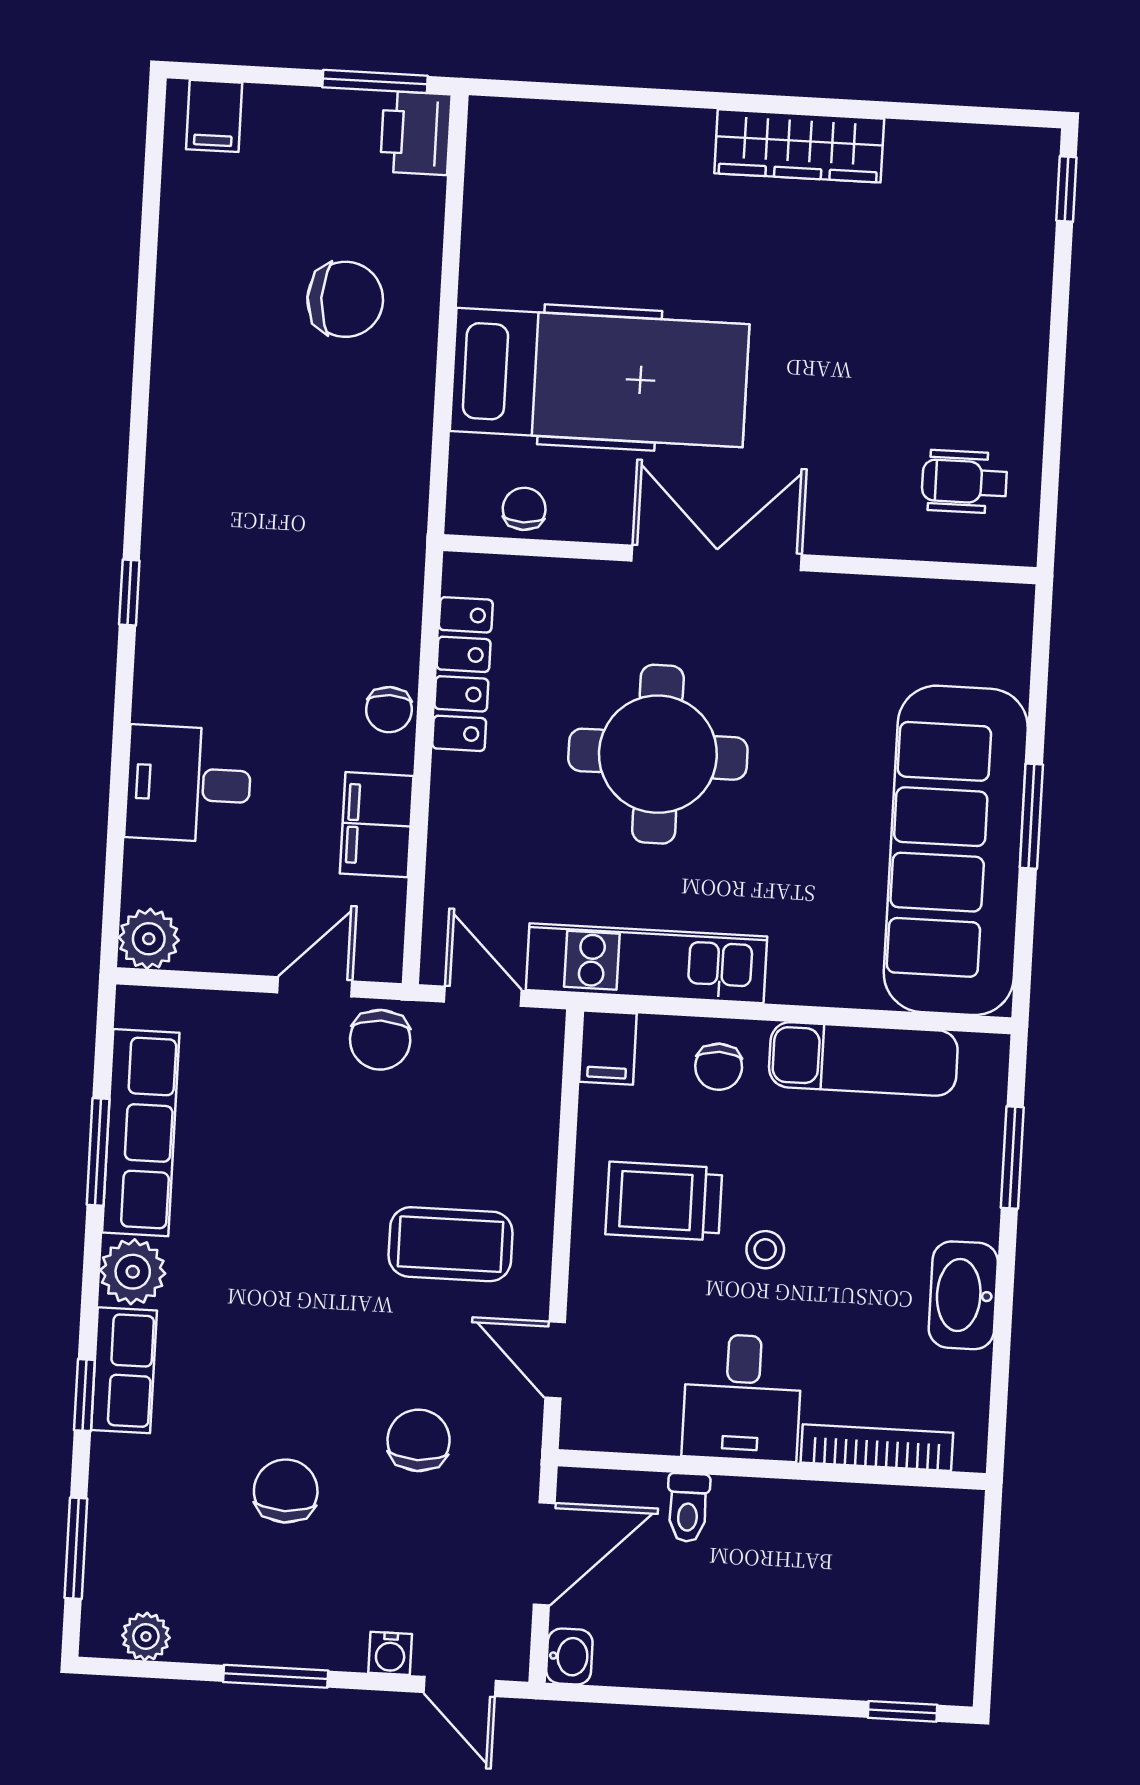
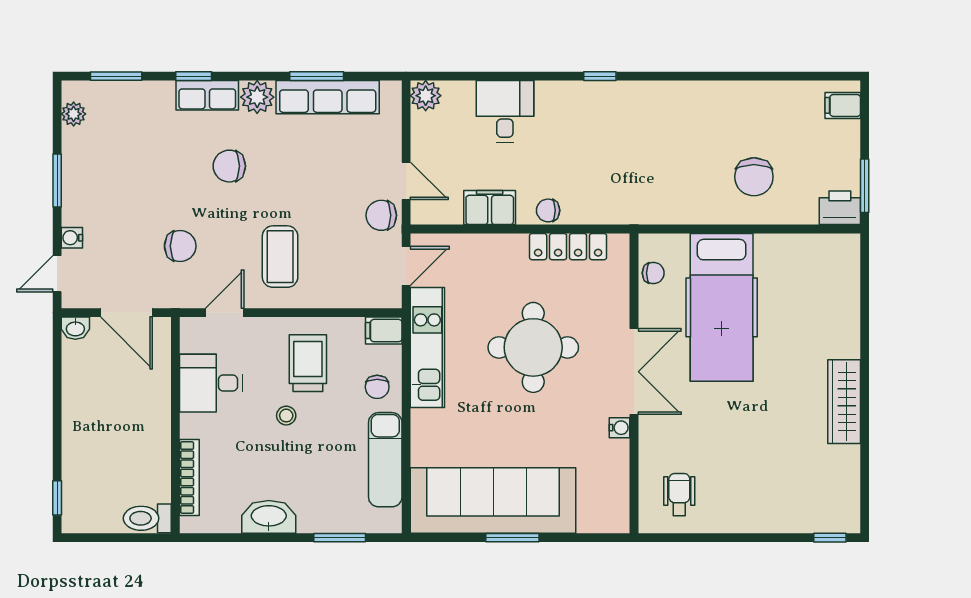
water cooler: (826, 593) -> (619, 428), added
chair: (719, 1067) -> (377, 387), turned -90
desk: (742, 1397) -> (211, 383), moved
chair: (286, 1491) -> (229, 166), moved, turned 180
toilet: (688, 1508) -> (147, 518), moved, width x1.37, depth x1.39

